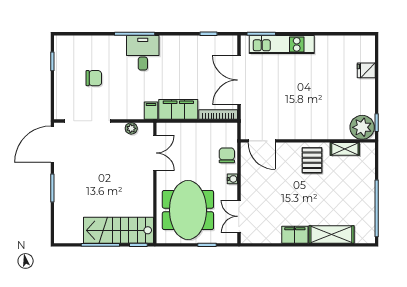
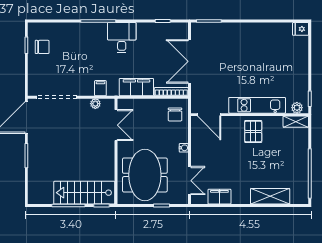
kitchen unit: (282, 44) -> (257, 105), moved, turned 180
desk: (143, 53) -> (122, 38), moved
fridge: (366, 70) -> (301, 29), moved
chair: (94, 78) -> (42, 47), moved
filing cabinet: (151, 111) -> (100, 88), moved
plant: (362, 127) -> (297, 108), width x0.53, depth x0.53
shelving: (345, 149) -> (296, 122), moved
chair: (227, 155) -> (175, 114), moved, turned 180
double door: (239, 216) -> (189, 181), swing flipped
filing cabinet: (295, 235) -> (219, 197), moved

